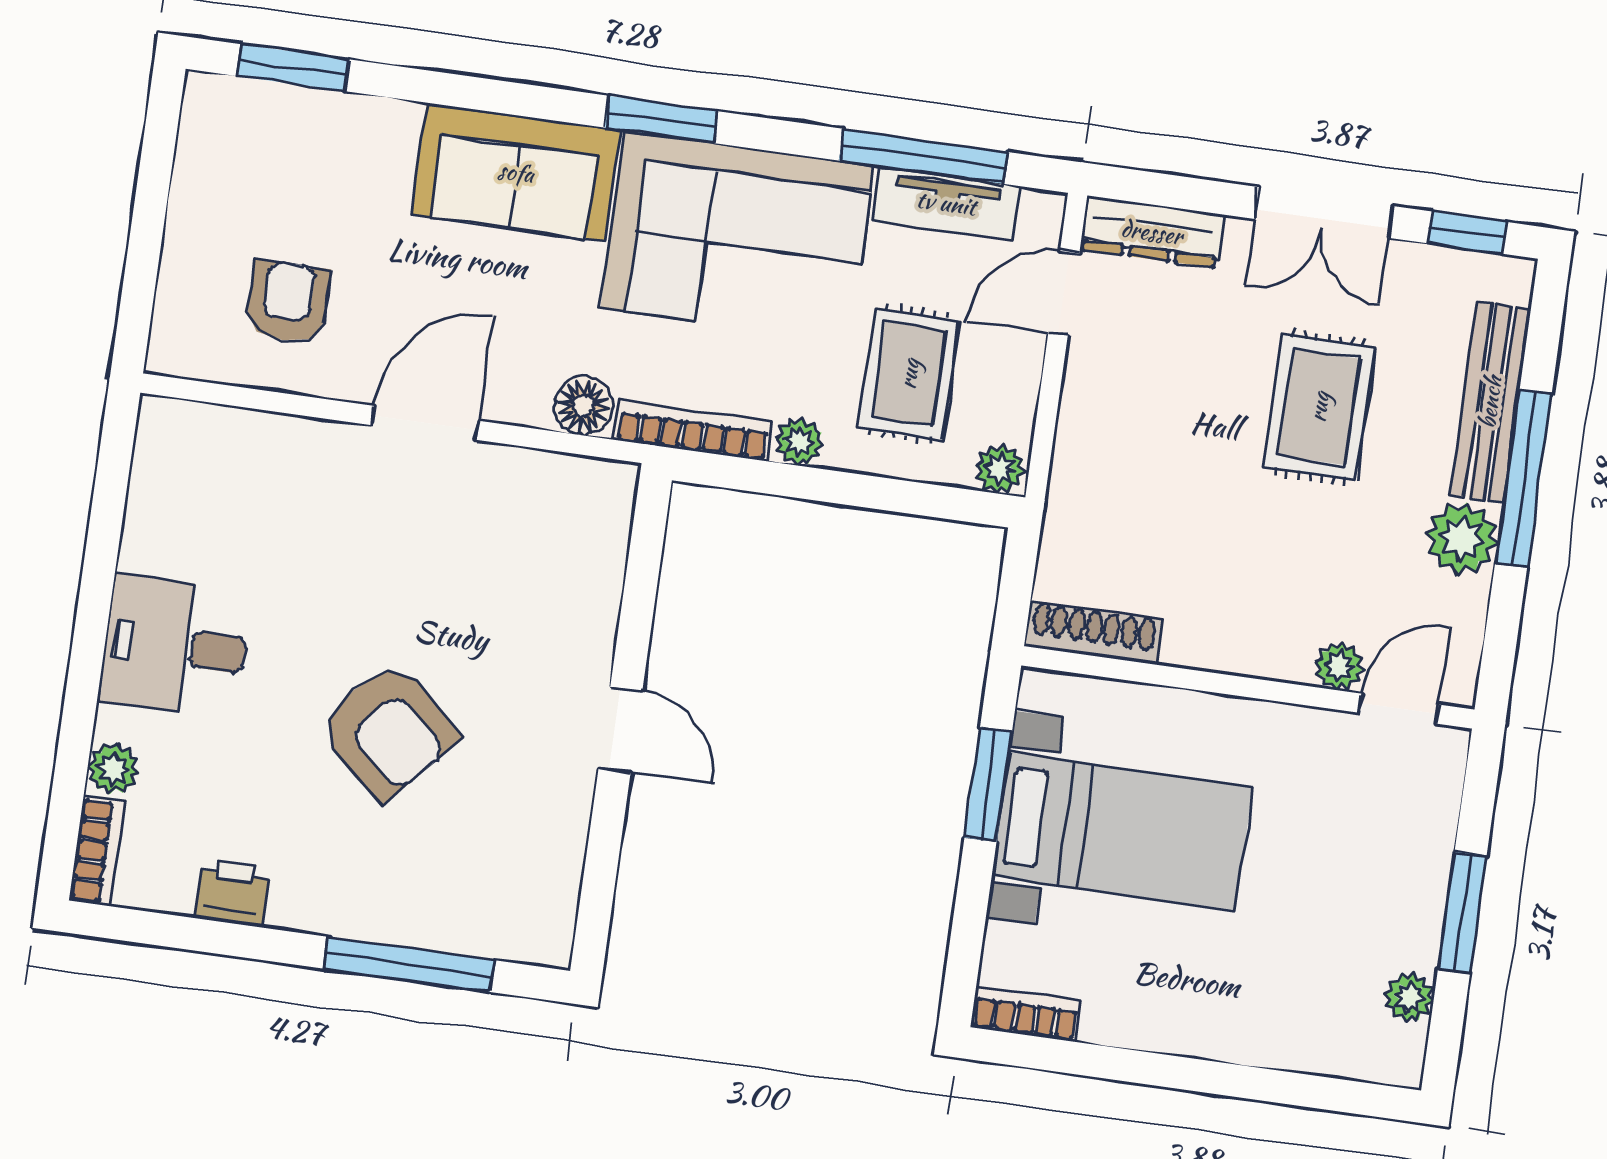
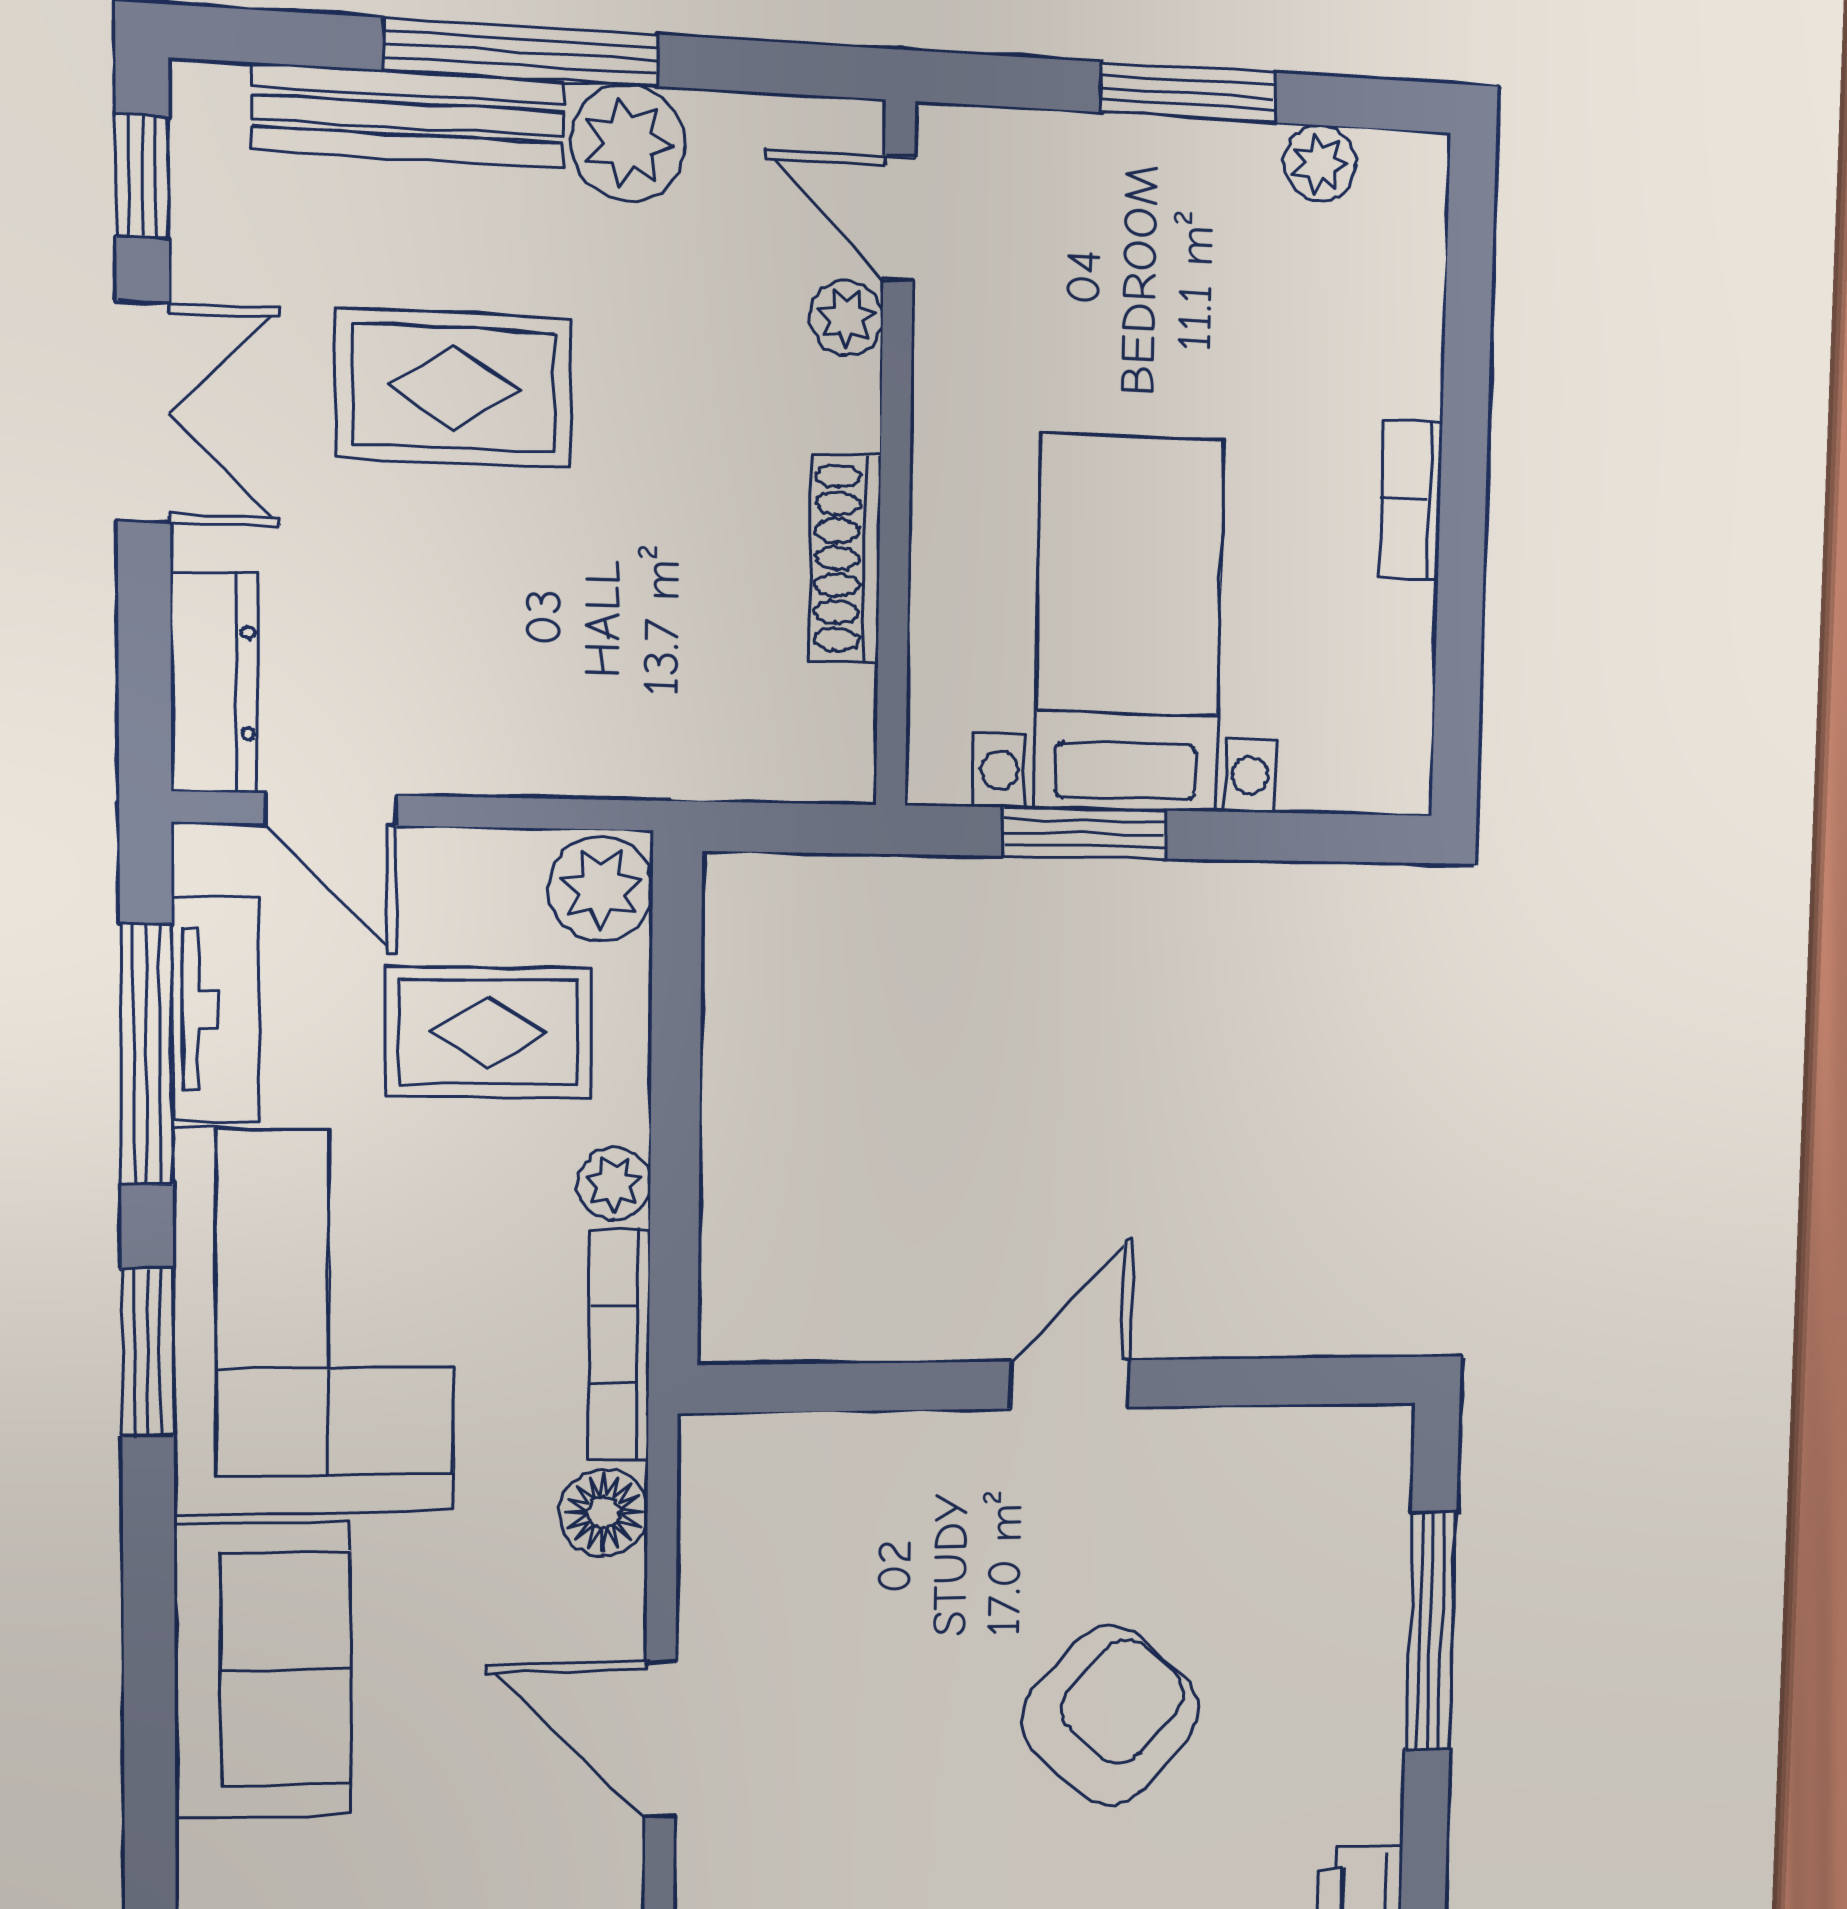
window: (661, 119) -> (148, 1352), moved
plant: (1000, 469) -> (601, 888), width x1.38, depth x1.38
shoe rack: (1093, 633) -> (845, 558), moved
bookcase: (1026, 1014) -> (1410, 500), moved

